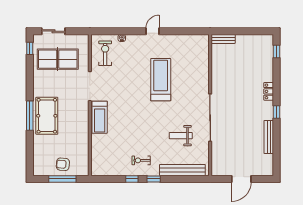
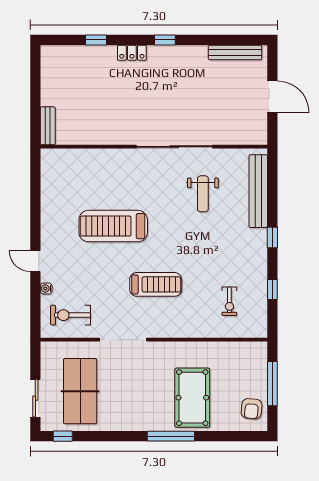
door: (152, 31) -> (35, 261), moved
window: (277, 52) -> (96, 40), moved
pool table: (47, 116) -> (192, 398), moved, turned 90
treadmill: (100, 117) -> (156, 284), moved
bench: (269, 137) -> (235, 53), moved
exercise bike: (141, 160) -> (229, 301), moved
armchair: (63, 164) -> (252, 409), moved
window: (132, 179) -> (272, 290), moved

